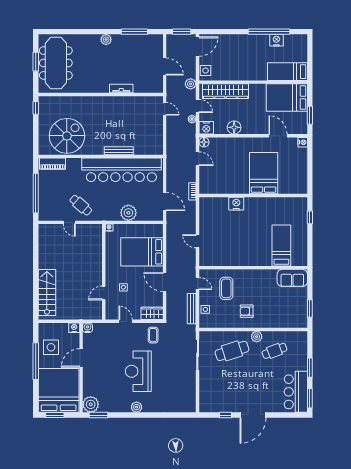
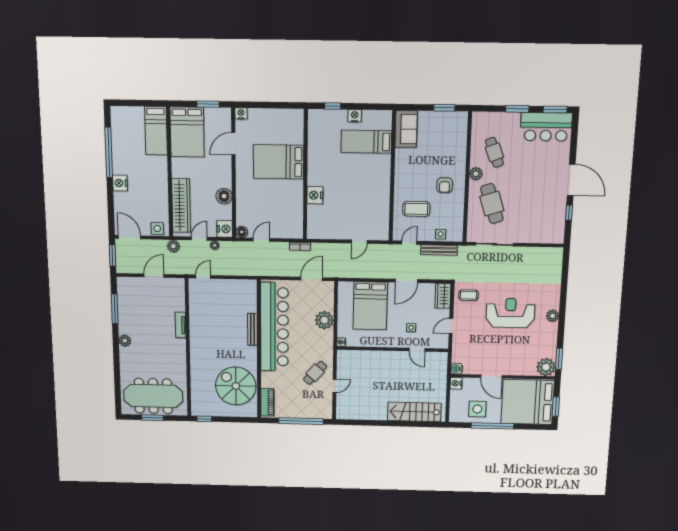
nightstand: (276, 40) -> (120, 183), moved
nightstand: (302, 236) -> (355, 116), added
reception desk: (138, 371) -> (510, 313), turned 180

